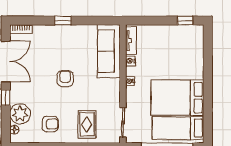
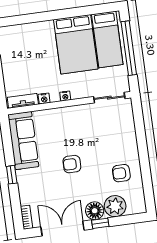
sofa: (109, 51) -> (23, 141), moved, turned -90
armchair: (50, 124) -> (121, 173), turned -90
rug: (87, 124) -> (116, 135), removed
floor lamp: (14, 130) -> (95, 211), moved, width x1.89, depth x1.89

